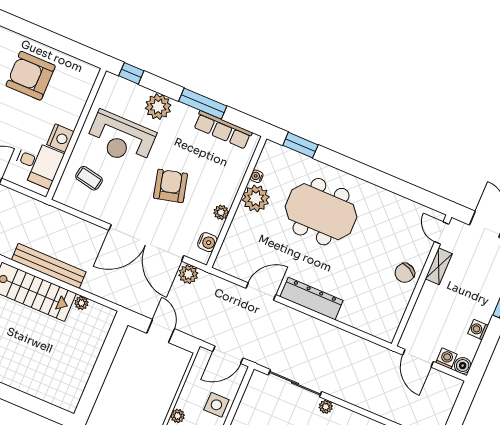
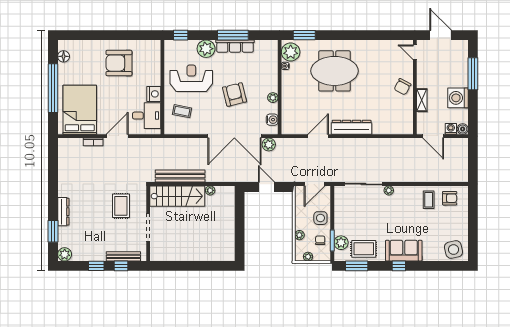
row of seats: (223, 130) -> (235, 46), moved
reception desk: (121, 139) -> (191, 78), turned 180
plant: (256, 198) -> (291, 52), moved
shelving: (439, 266) -> (422, 100), moved
washing machine: (478, 330) -> (458, 98), width x1.89, depth x1.89

